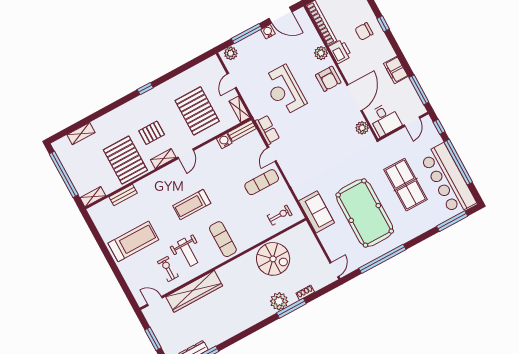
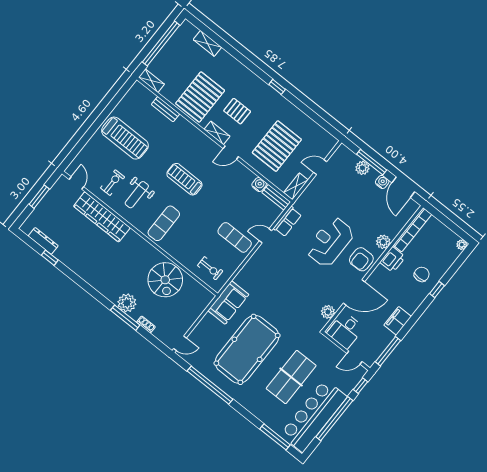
chair: (364, 31) -> (422, 274), turned 90
plant: (231, 53) -> (362, 168), moved
reception desk: (284, 90) -> (330, 242), moved

